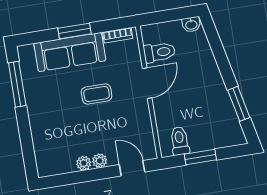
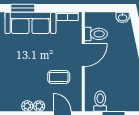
window: (75, 31) -> (23, 8), moved
coffee table: (97, 94) -> (59, 77), moved

